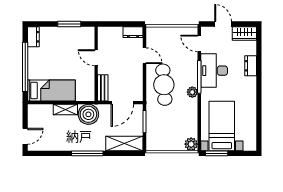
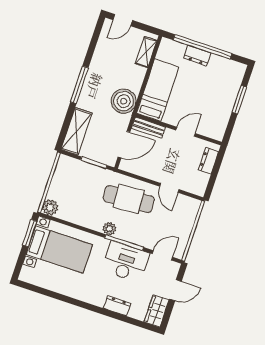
window: (69, 24) -> (239, 100), moved
dresser: (133, 32) -> (208, 161), moved
dresser: (33, 37) -> (197, 56), moved
door: (144, 56) -> (169, 188), hinge flipped
bed: (51, 90) -> (158, 90), moved, turned 180
door: (122, 103) -> (124, 144), swing flipped
shelving: (65, 110) -> (146, 52), moved
door: (25, 136) -> (123, 20), hinge flipped

